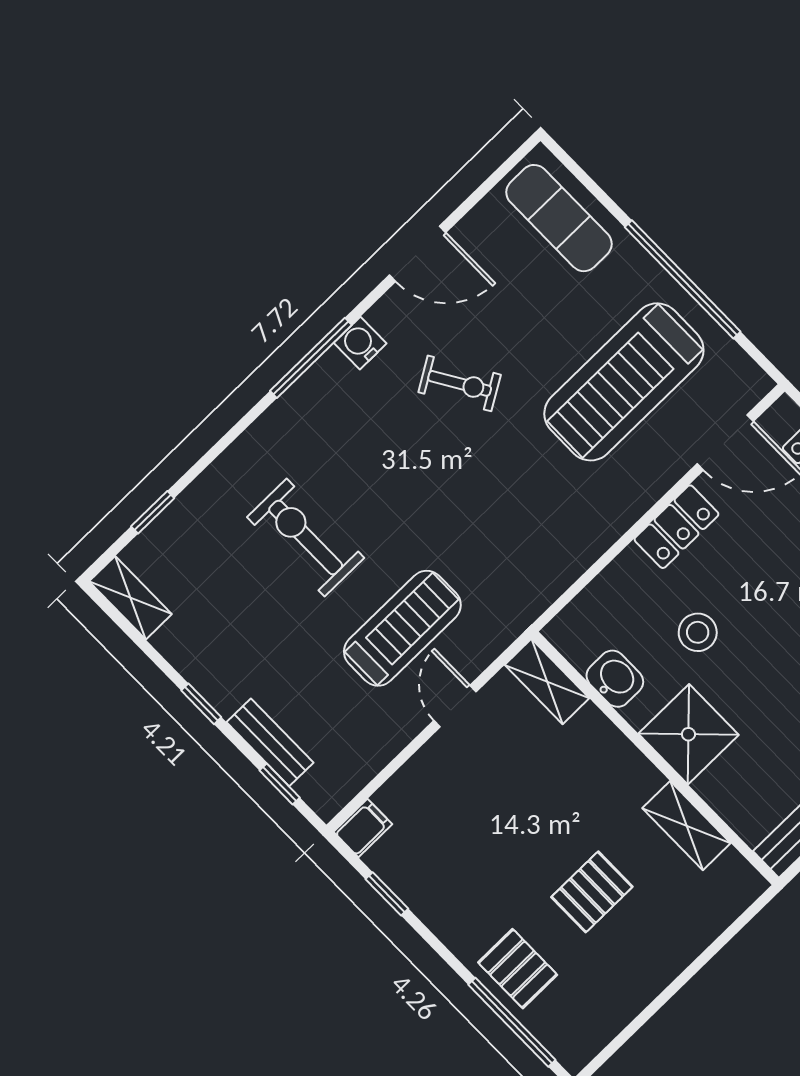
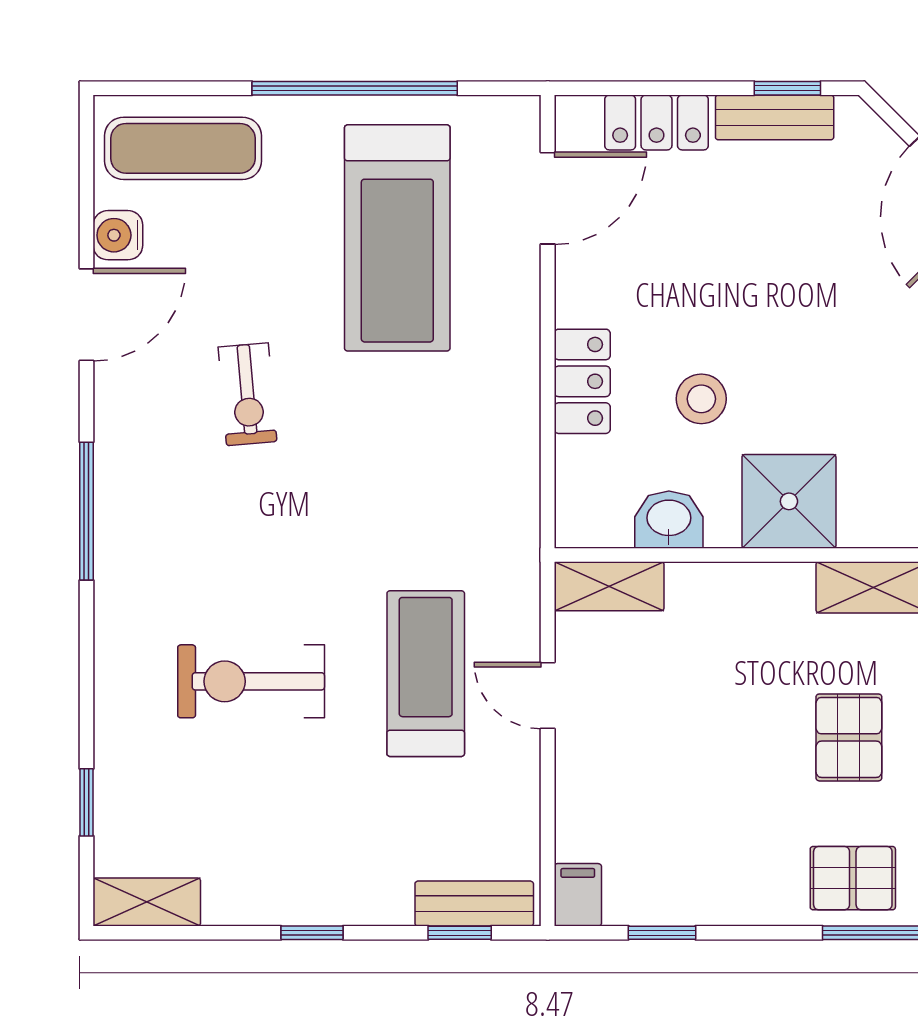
water cooler: (360, 343) -> (118, 235), moved
exercise bike: (460, 383) -> (247, 394), turned 116
locker: (676, 527) -> (582, 381), moved
bench: (270, 742) -> (474, 904), moved

